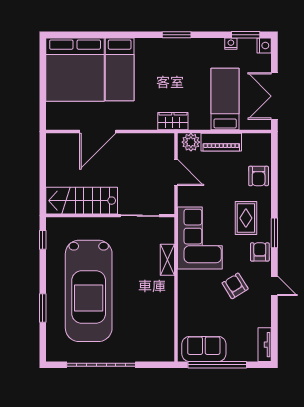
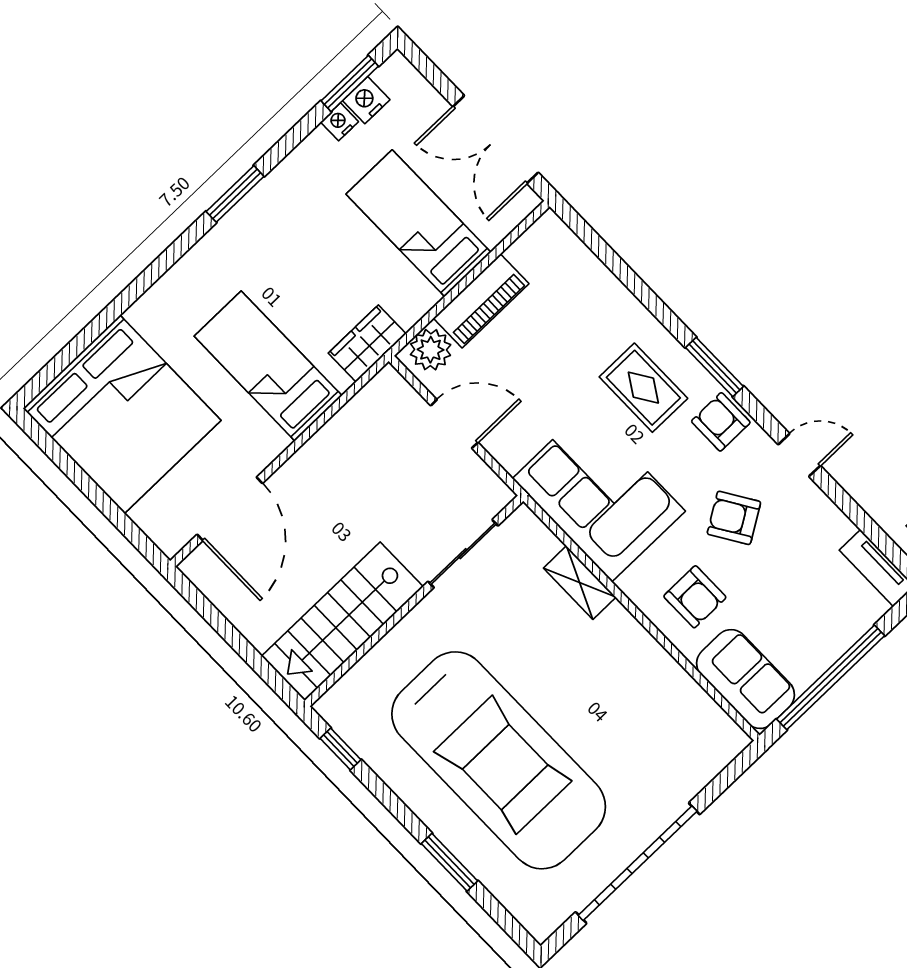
nightstand: (264, 45) -> (366, 100), moved, turned -90
bed: (120, 69) -> (268, 366), moved, turned 180
door: (98, 132) -> (230, 509), moved
armchair: (259, 176) -> (695, 597), moved
sofa: (204, 349) -> (746, 679), moved, turned 90

